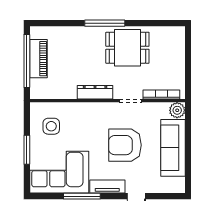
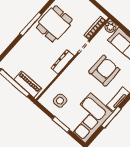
piano: (38, 59) -> (28, 84), moved
armchair: (125, 145) -> (104, 71), turned 180

